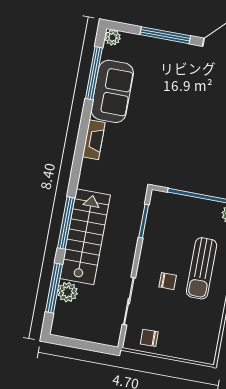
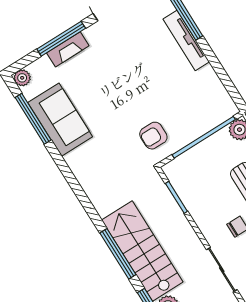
fireplace: (94, 140) -> (68, 49), moved, turned 90
armchair: (167, 163) -> (153, 136), added

